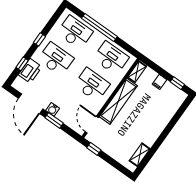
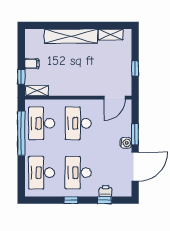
window: (99, 27) -> (21, 133), moved
printer: (30, 71) -> (105, 191), width x0.53, depth x0.68
window: (177, 83) -> (21, 77), moved
shelving: (118, 101) -> (71, 36), moved
window: (94, 149) -> (135, 69), moved

